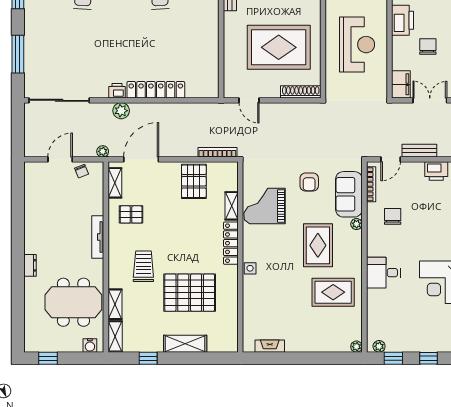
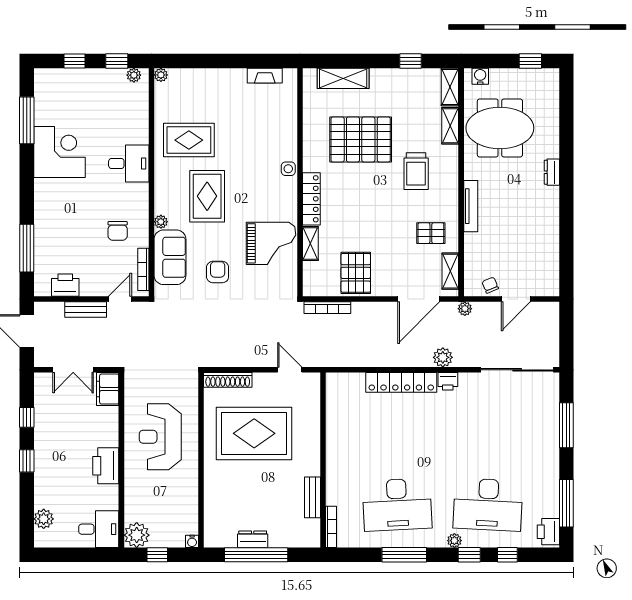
chair: (428, 47) -> (75, 434), removed
shelving: (185, 344) -> (343, 78), moved

